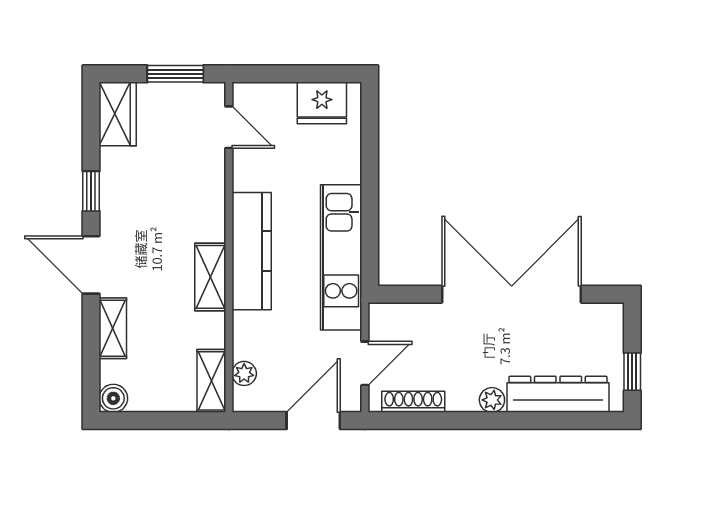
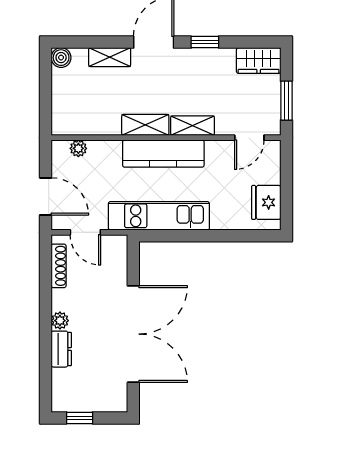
shelving: (211, 381) -> (193, 126), moved
dresser: (558, 394) -> (61, 349), width x0.51, depth x0.80

